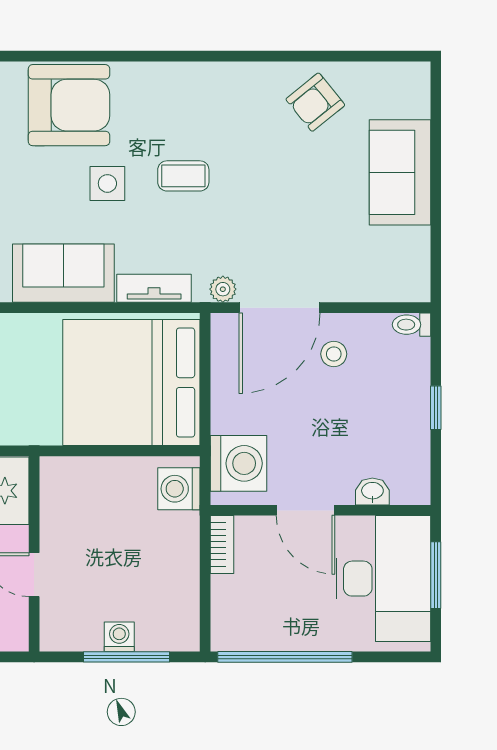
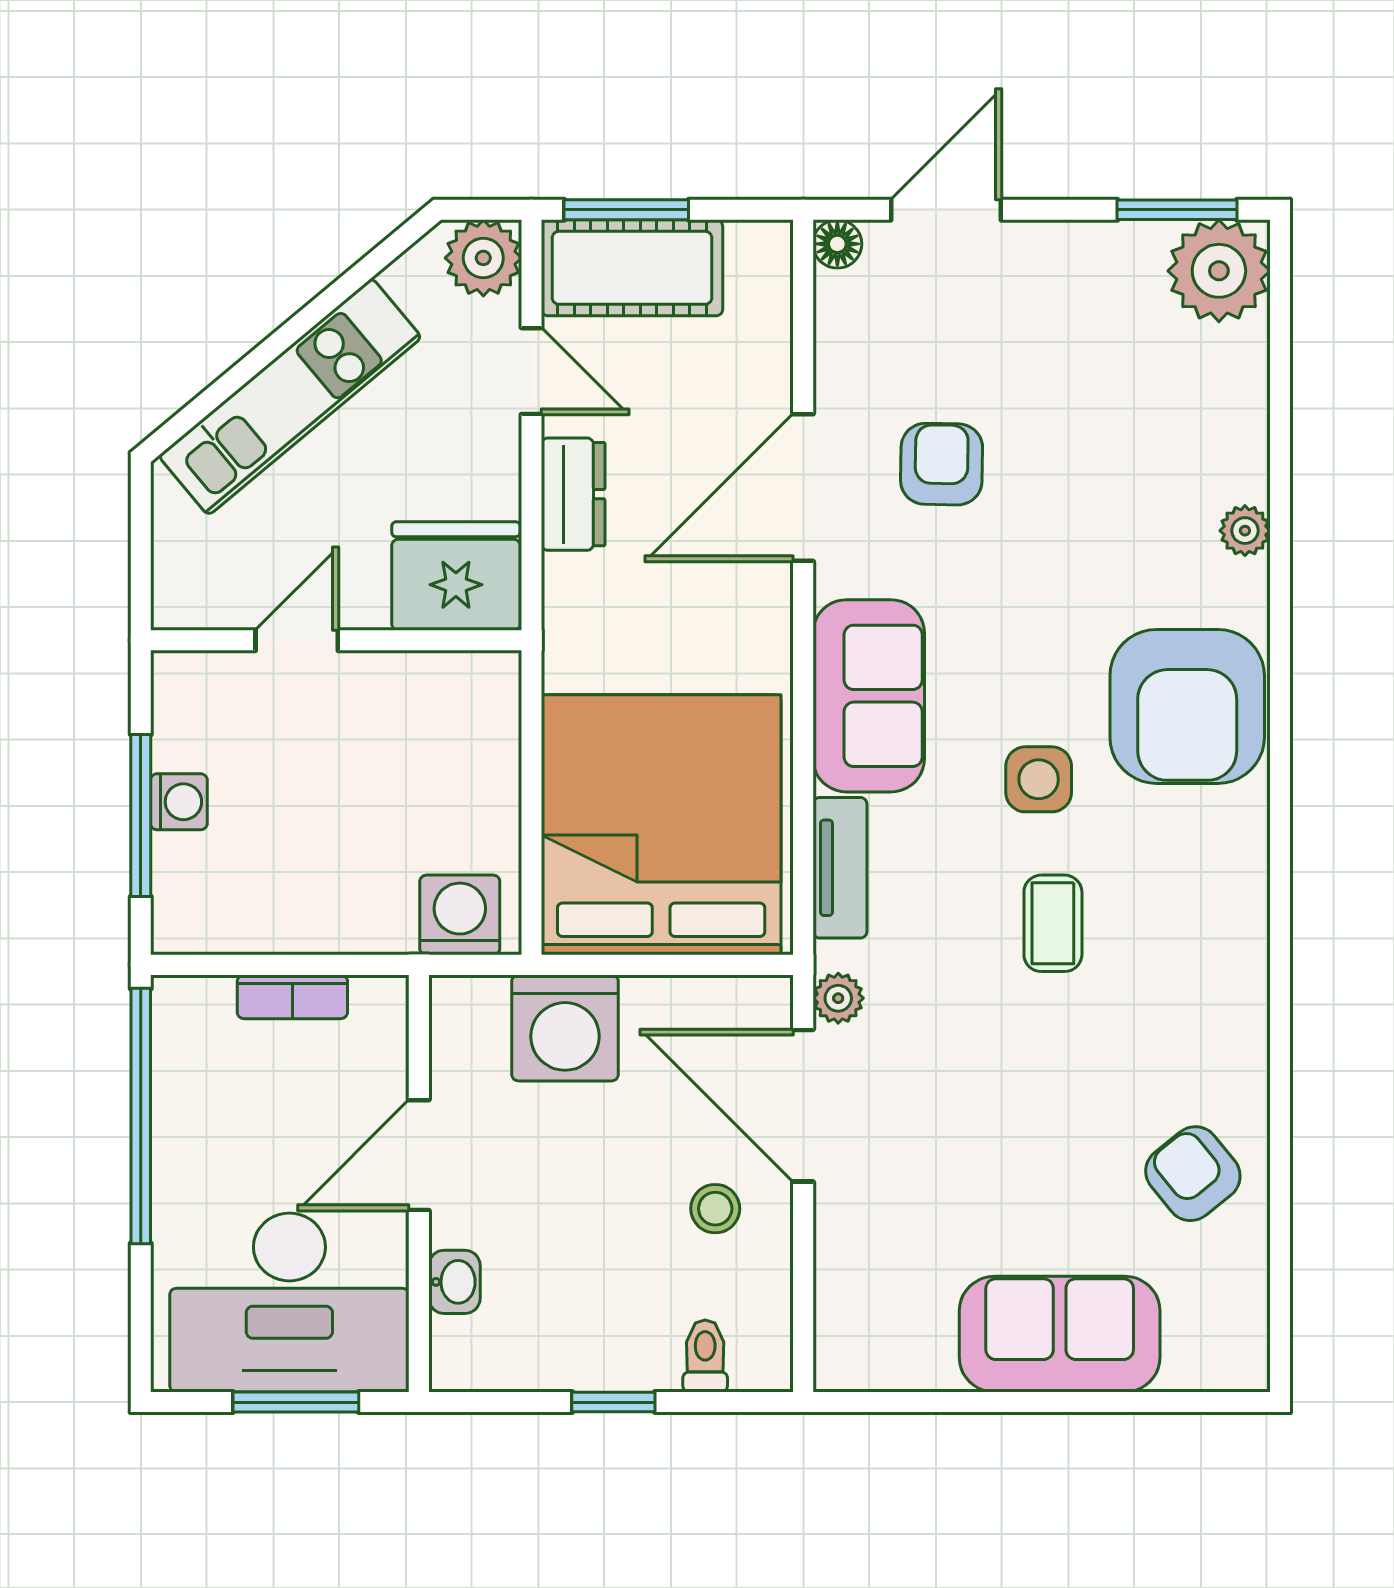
toilet: (411, 325) -> (705, 1356), moved
washing machine: (238, 463) -> (565, 1028), moved
bookcase: (222, 544) -> (292, 997), moved

